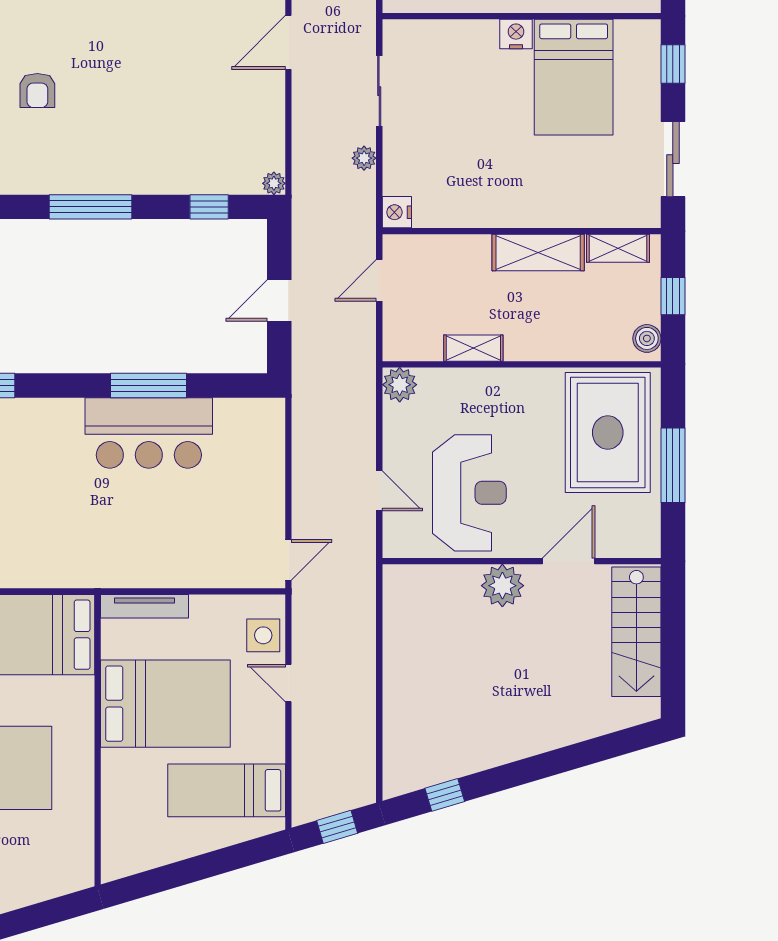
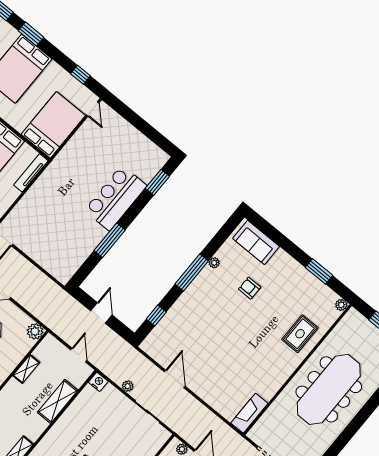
door: (288, 42) -> (175, 379), moved
plant: (274, 183) -> (214, 263), moved
shelving: (538, 253) -> (58, 401), moved
bar counter: (149, 433) -> (116, 198), moved

